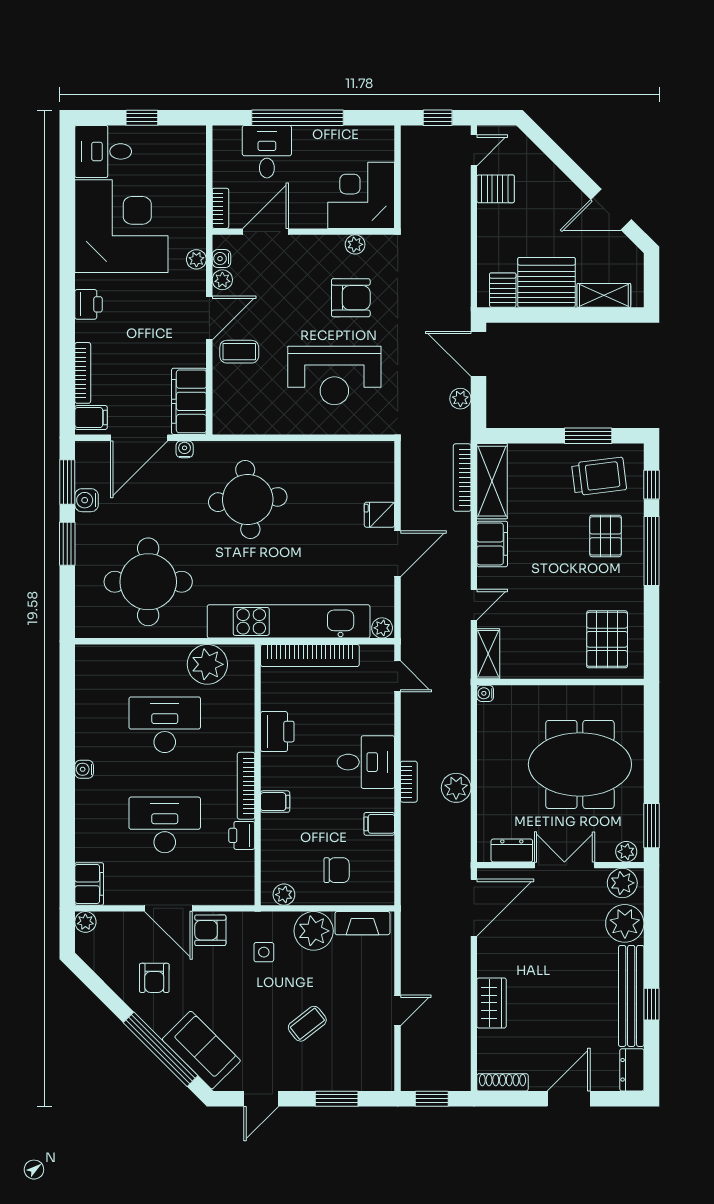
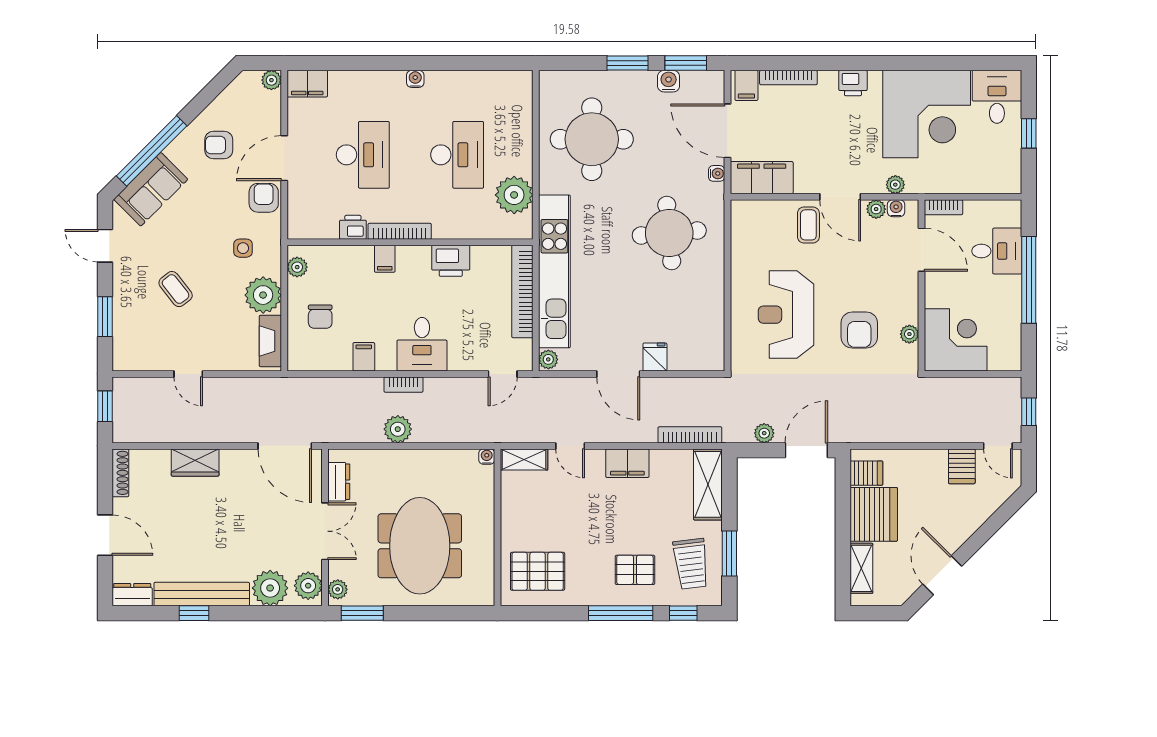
shelving: (492, 481) -> (708, 484), moved, turned 90

